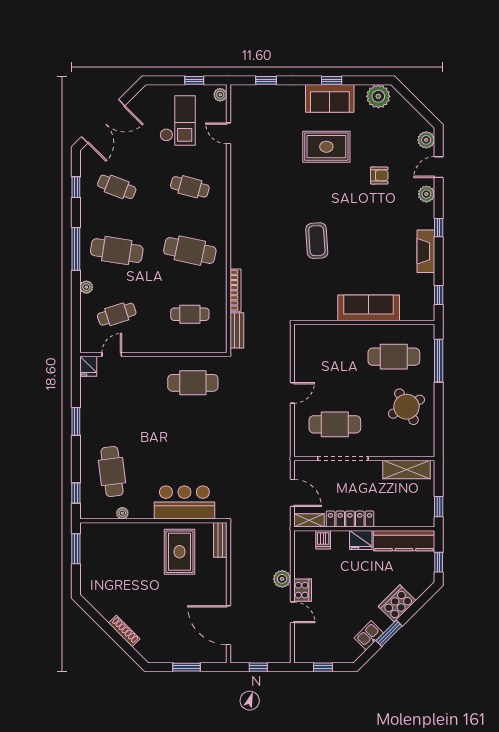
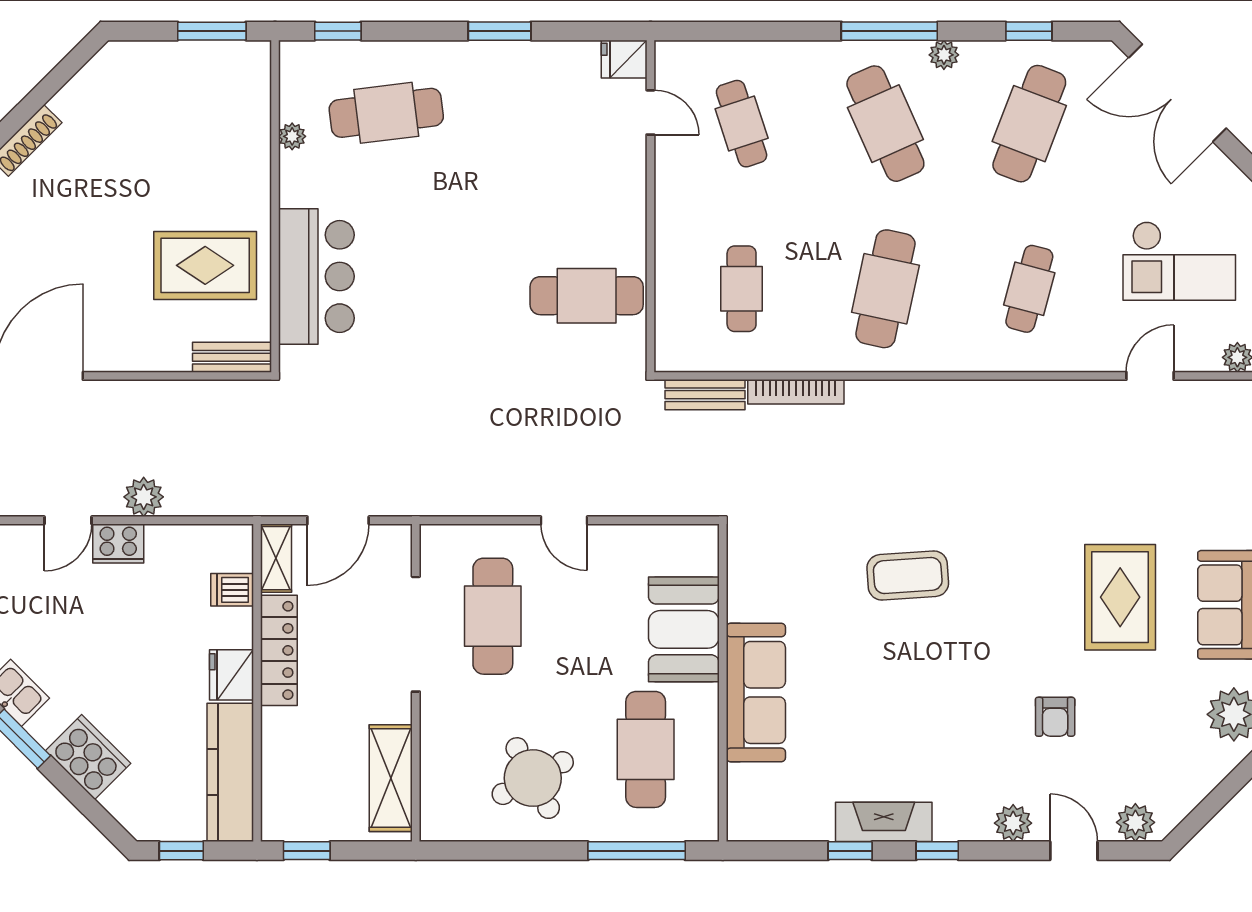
cafe table: (117, 187) -> (1029, 124), width x1.37, depth x1.35
cafe table: (117, 251) -> (885, 124), turned -33
plant: (86, 287) -> (944, 55), moved
window: (439, 295) -> (850, 851), moved
booth: (341, 340) -> (684, 629), added
cafe table: (193, 383) -> (587, 296), turned 90

